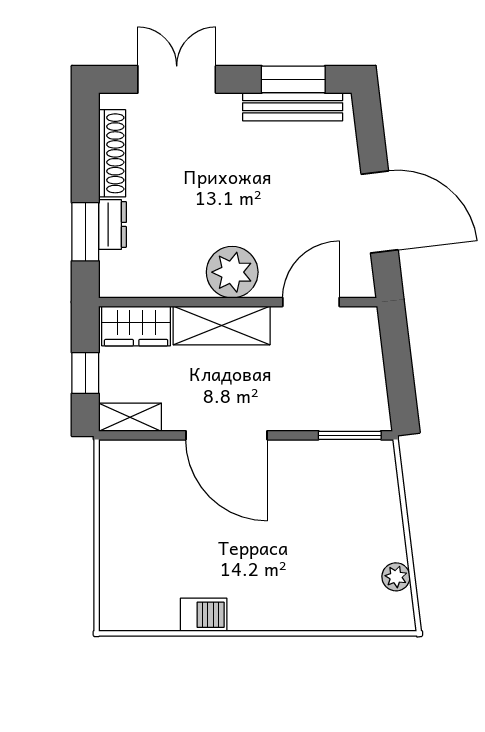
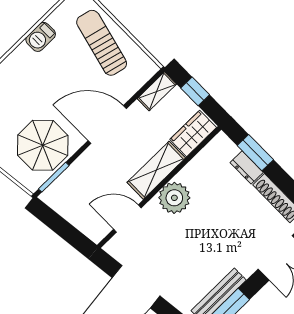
door: (311, 302) -> (127, 218), swing flipped
parasol: (326, 485) -> (43, 145), added
sun lounger: (139, 538) -> (102, 43), added

